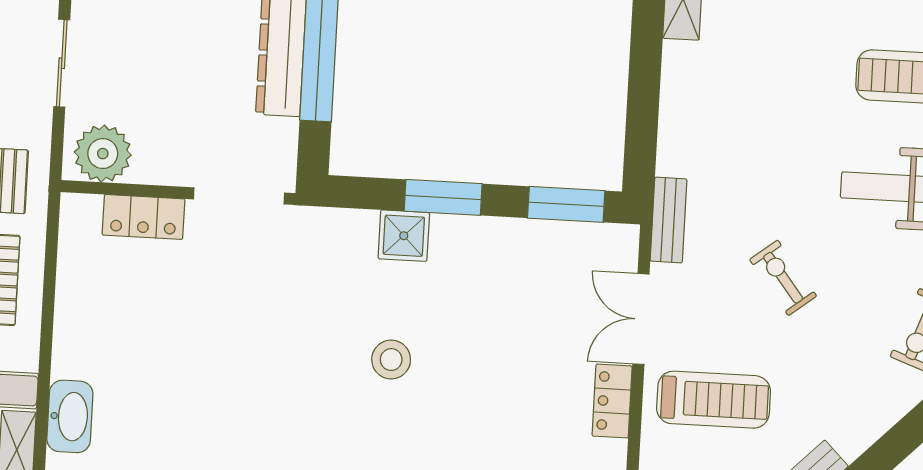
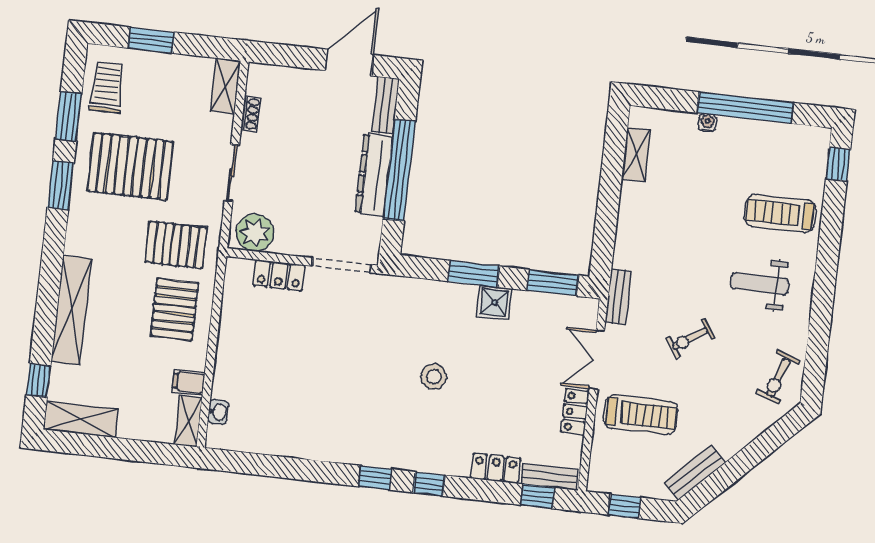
shower: (404, 236) -> (494, 303), moved
exercise bike: (783, 278) -> (690, 338), turned -86
washbasin: (70, 416) -> (218, 412), width x0.52, depth x0.69

